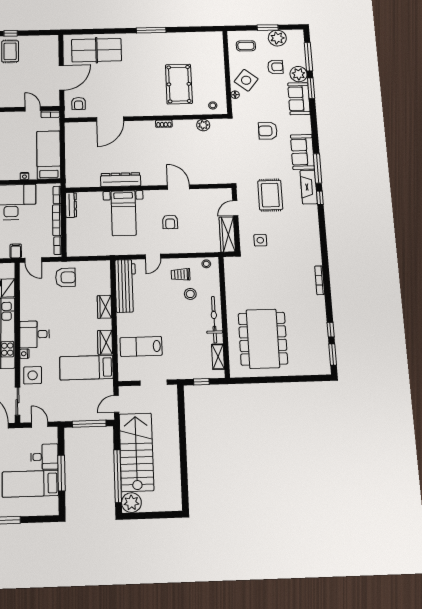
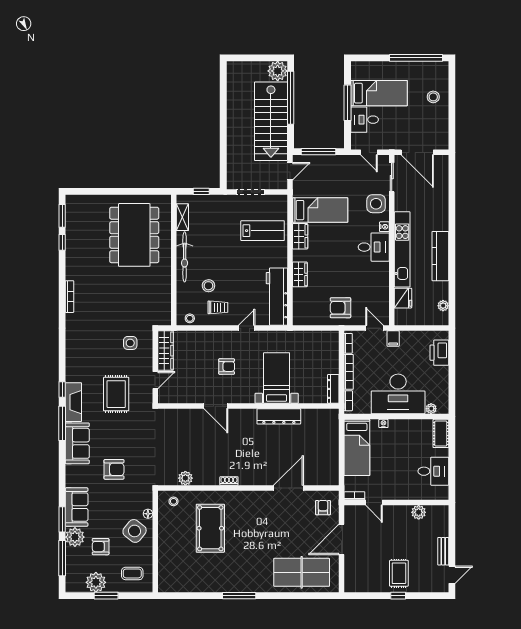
armchair: (170, 222) -> (227, 367), turned 90

